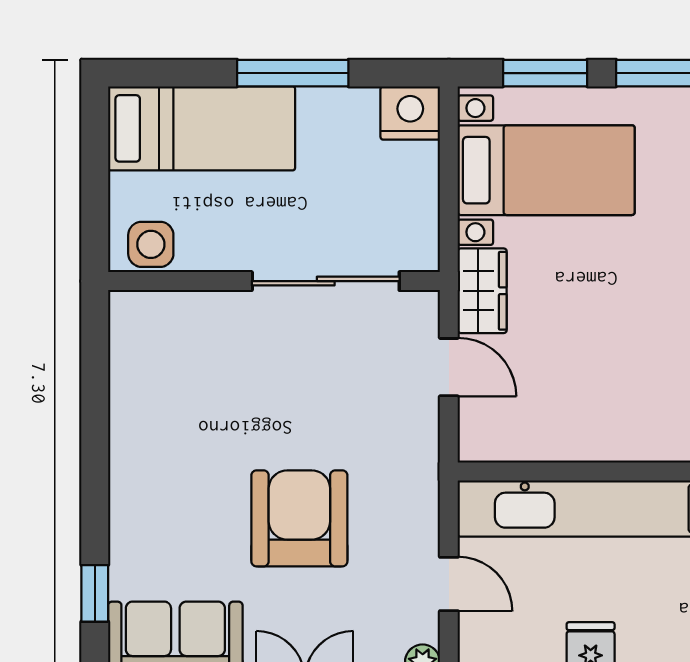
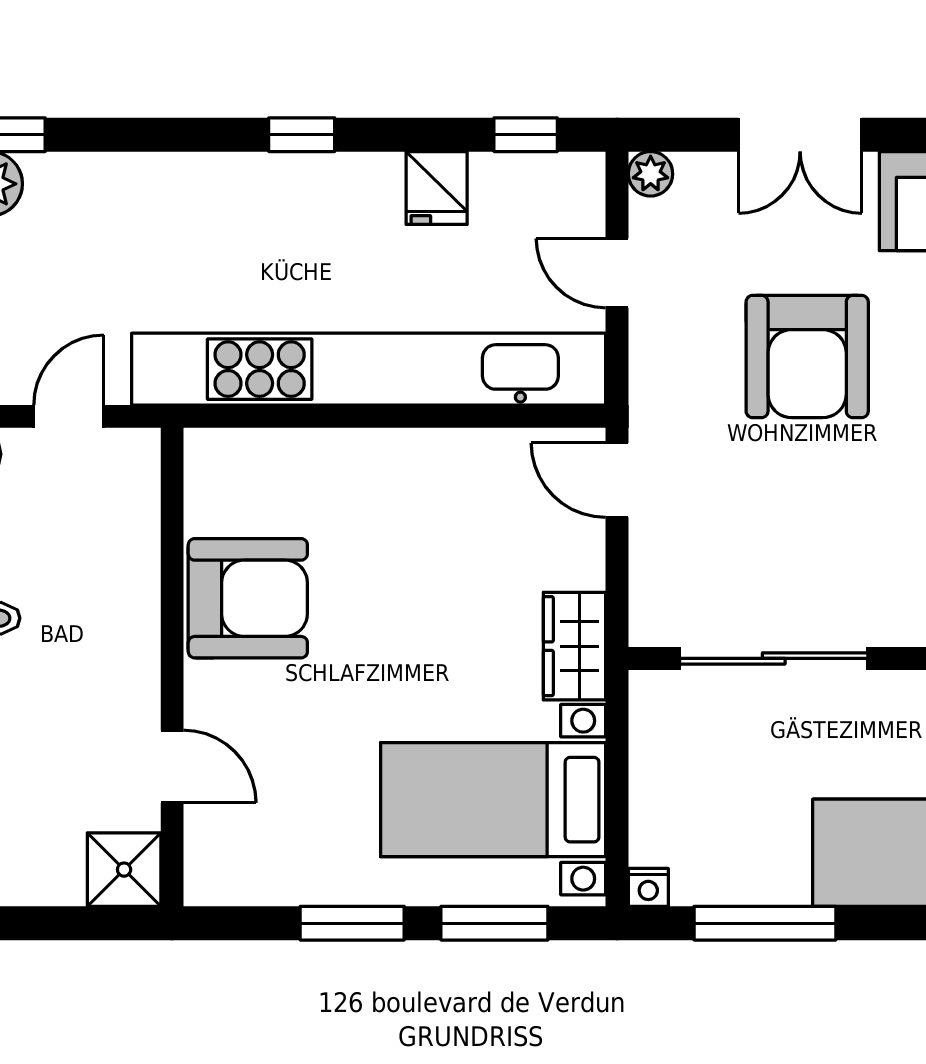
window: (293, 73) -> (765, 923), moved
nightstand: (410, 113) -> (648, 887), width x0.53, depth x0.56
door: (449, 367) -> (617, 480), moved

